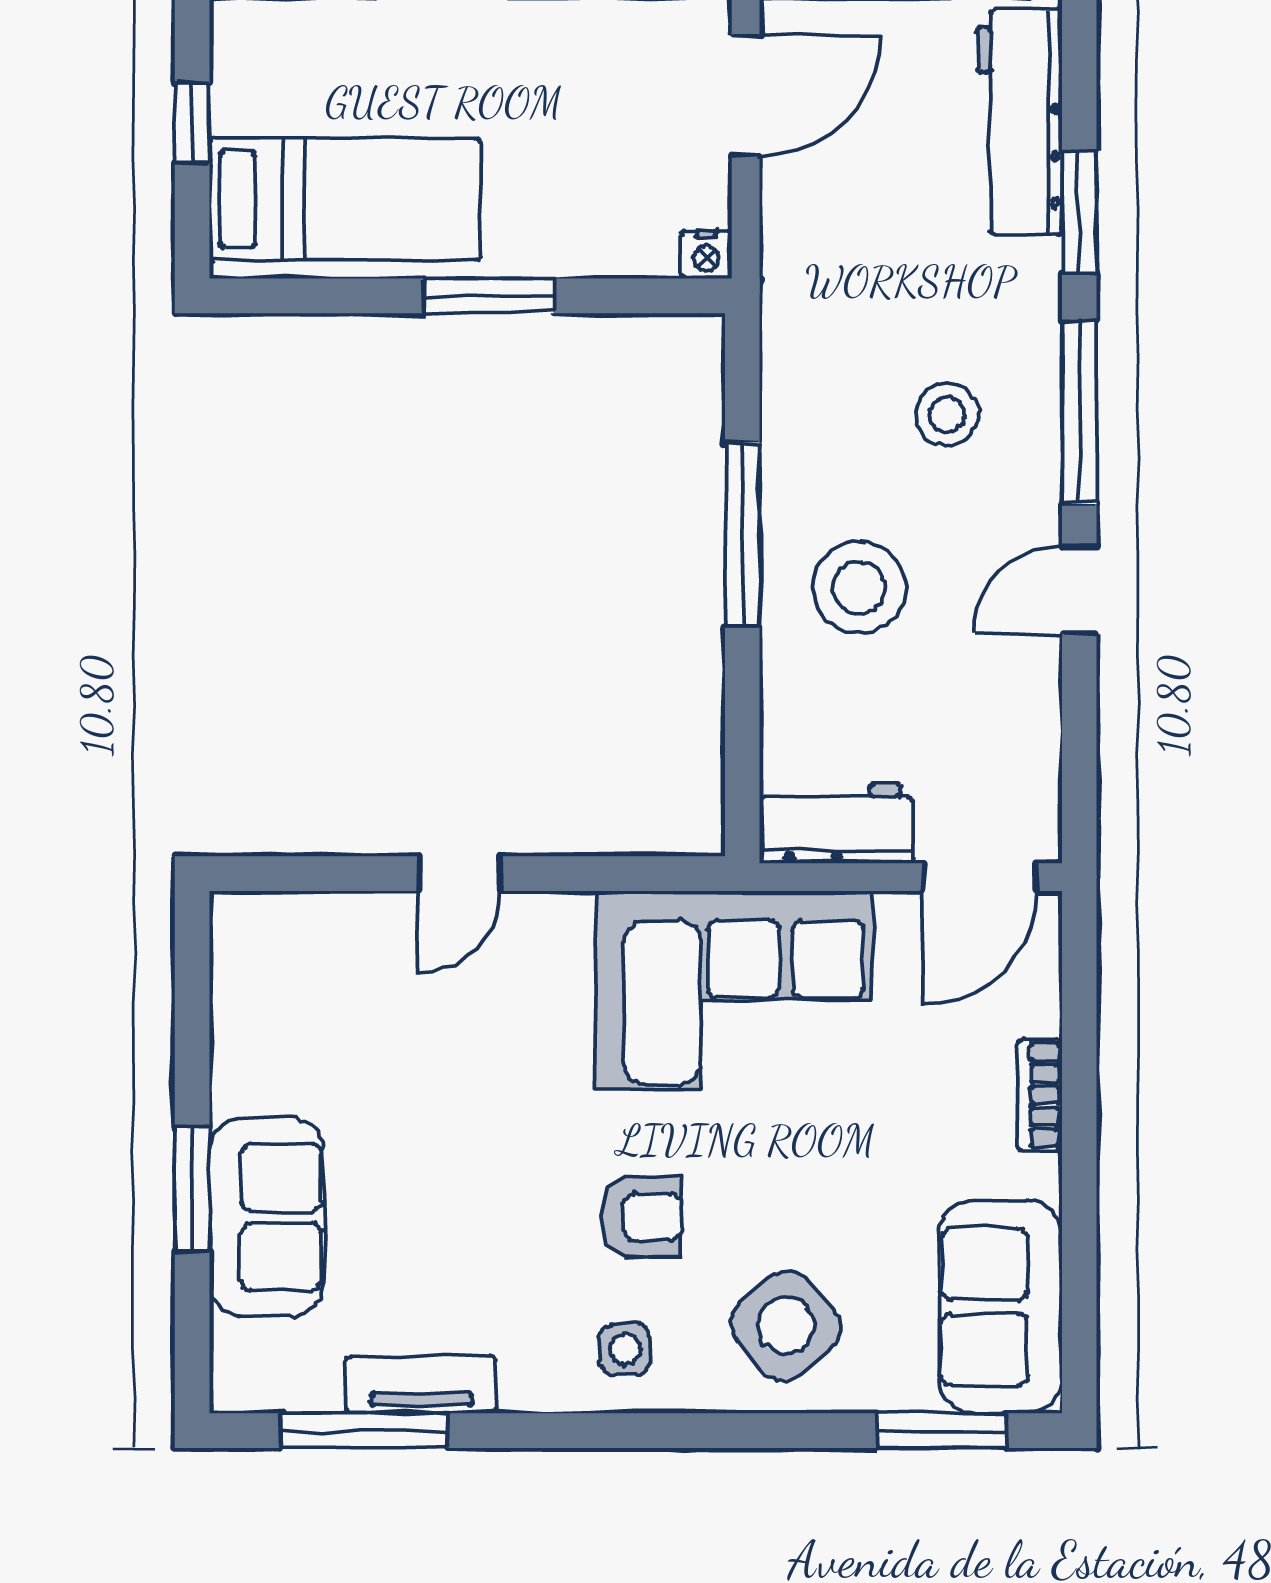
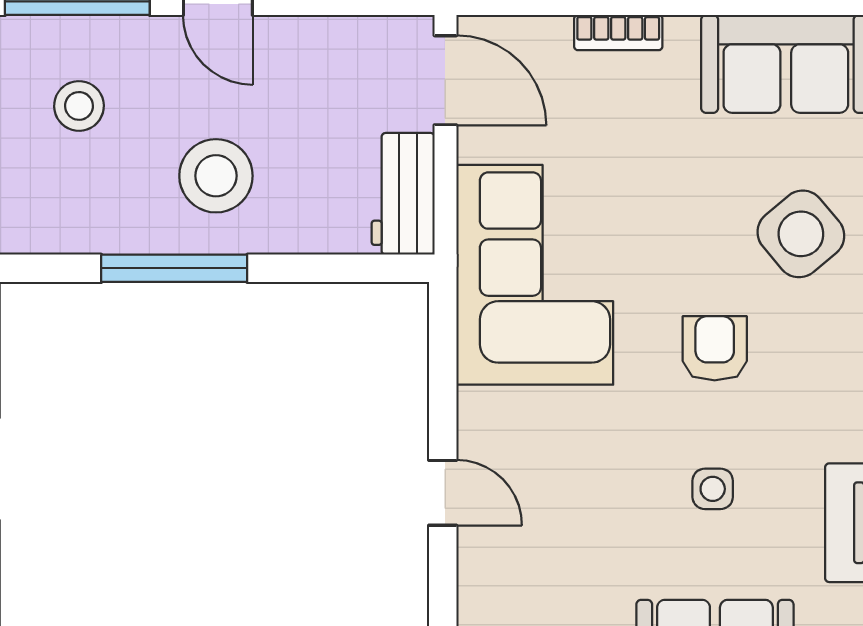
side table: (625, 1349) -> (713, 489), moved

